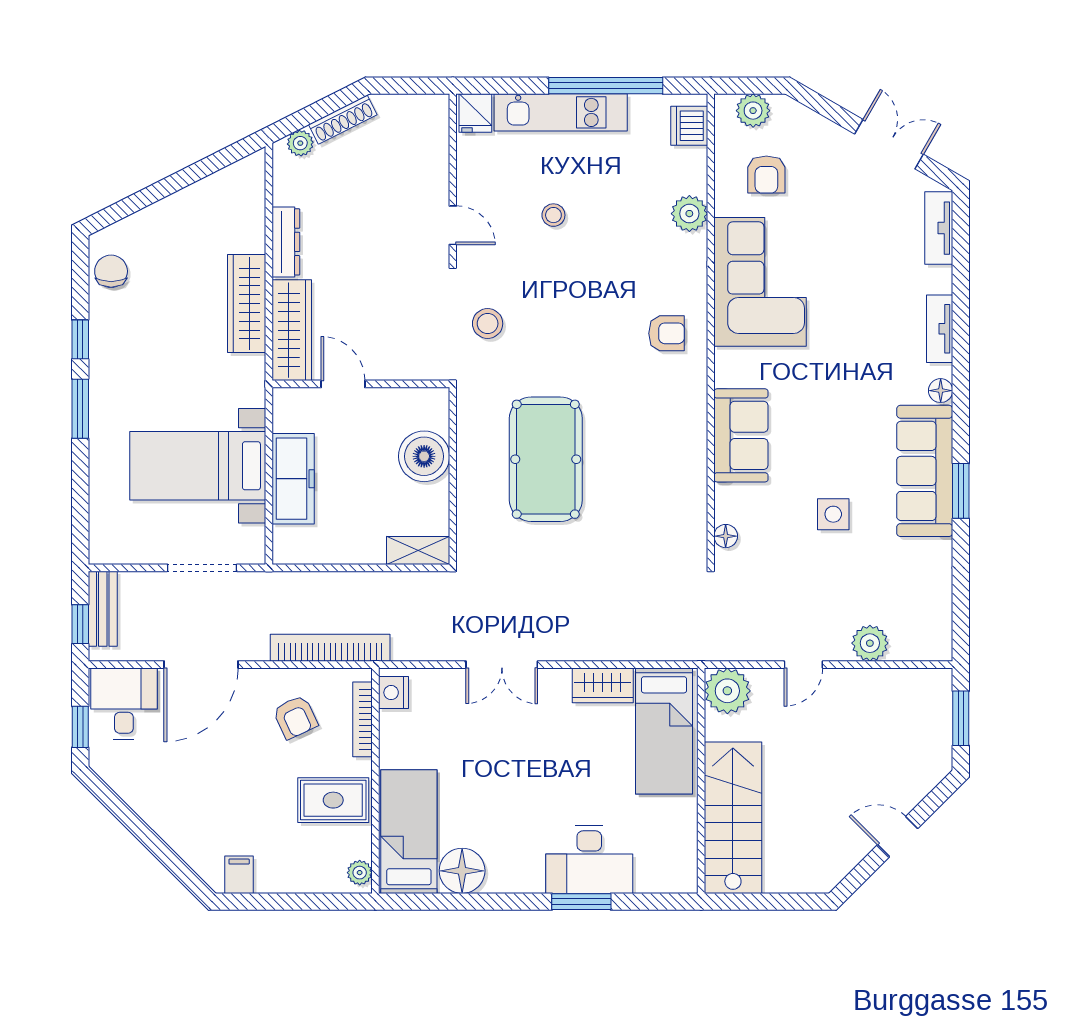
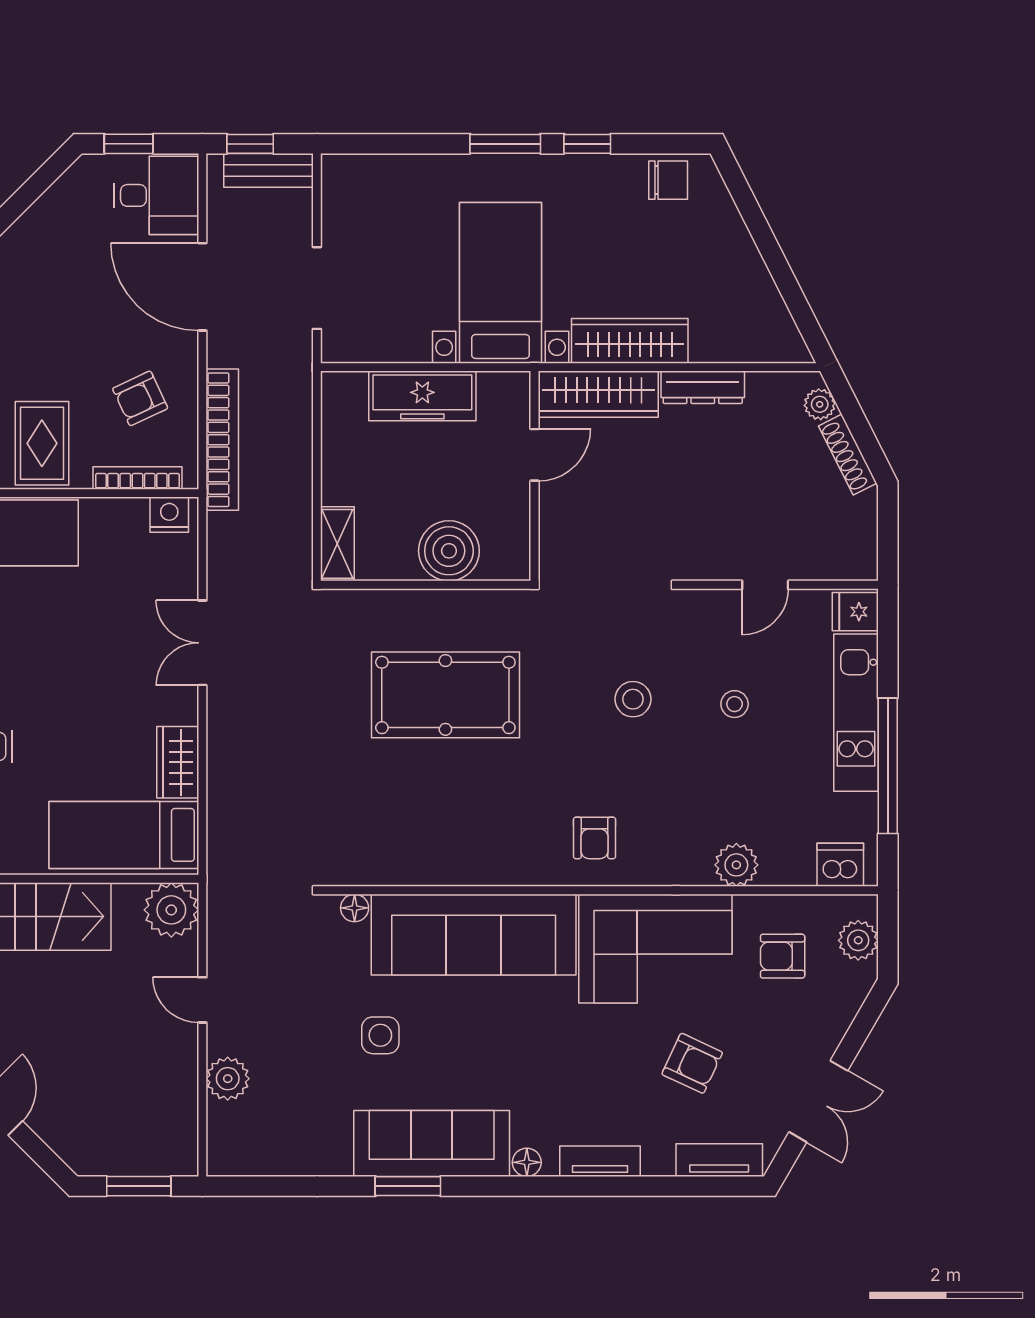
door: (453, 225) -> (765, 585), moved
armchair: (857, 251) -> (692, 1063), added
stool: (488, 324) -> (633, 699), moved
sofa: (741, 435) -> (474, 935), width x1.85, depth x1.27
bed with nightstands: (198, 466) -> (501, 283), moved

